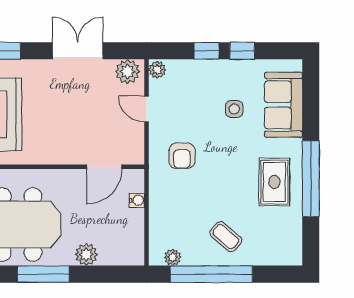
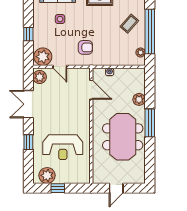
window: (242, 51) -> (28, 15), removed
plant: (157, 70) -> (43, 57), width x1.88, depth x1.88
door: (146, 109) -> (60, 67), hinge flipped

